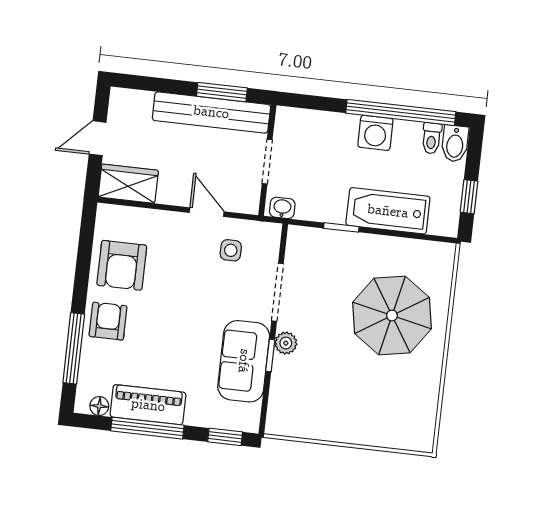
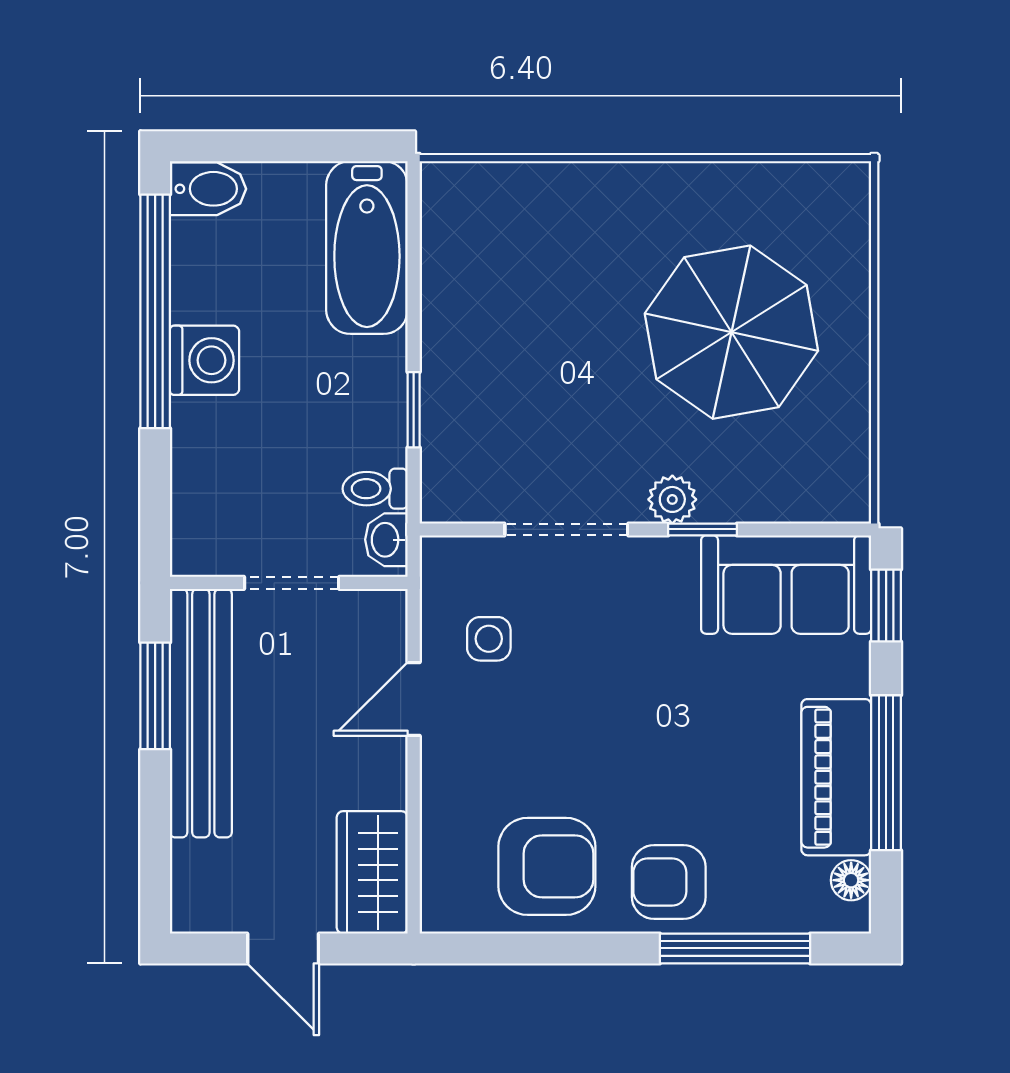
toilet: (432, 138) -> (375, 489), moved, turned 180
window: (469, 197) -> (317, 146), removed
bathtub: (388, 211) -> (367, 247), moved
parasol: (392, 316) -> (731, 332), moved
sofa: (244, 361) -> (786, 585), moved

